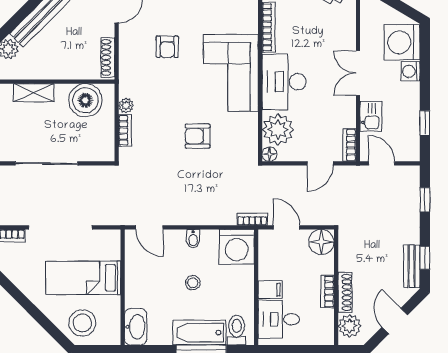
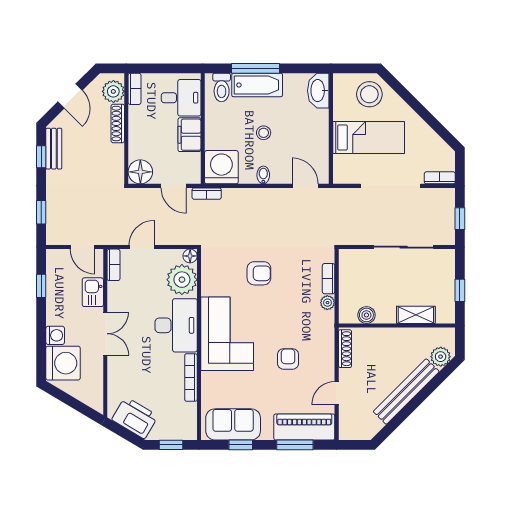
boiler: (85, 100) -> (366, 315), width x0.54, depth x0.54
filing cabinet: (270, 290) -> (189, 135), width x2.00
bookcase: (327, 292) -> (135, 89), moved

